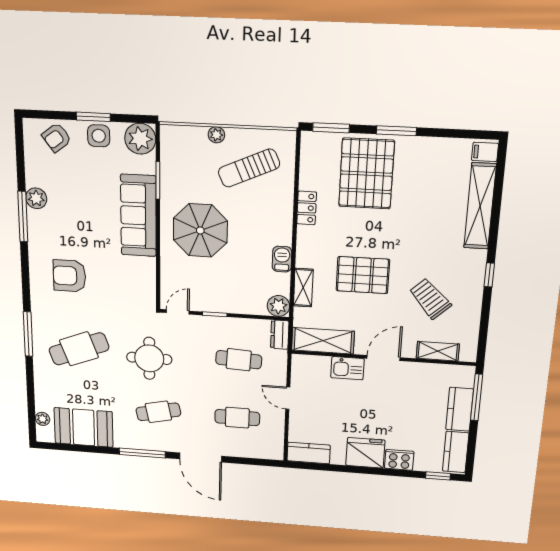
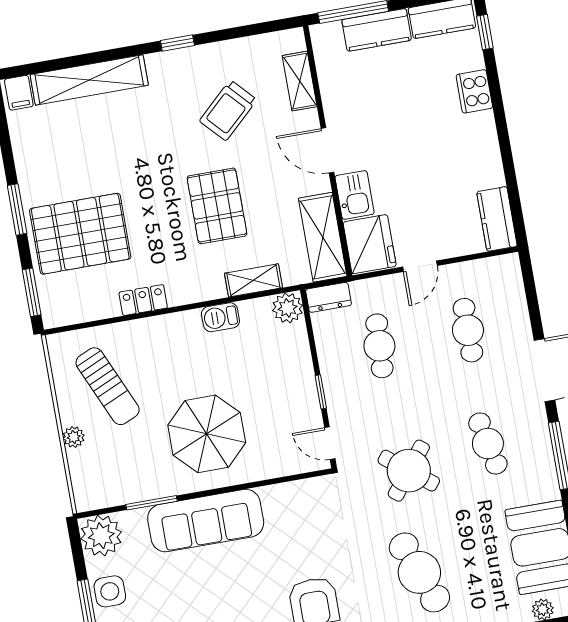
round table: (149, 358) -> (409, 471), turned 38
fridge: (365, 453) -> (370, 244), moved, turned 180

